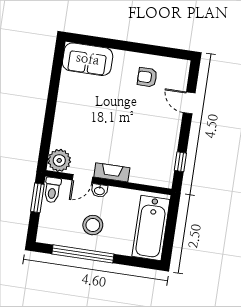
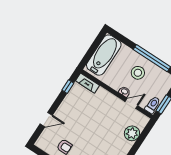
door: (189, 103) -> (46, 120), hinge flipped
plant: (59, 160) -> (132, 133), moved
fireplace: (112, 172) -> (87, 83), moved

